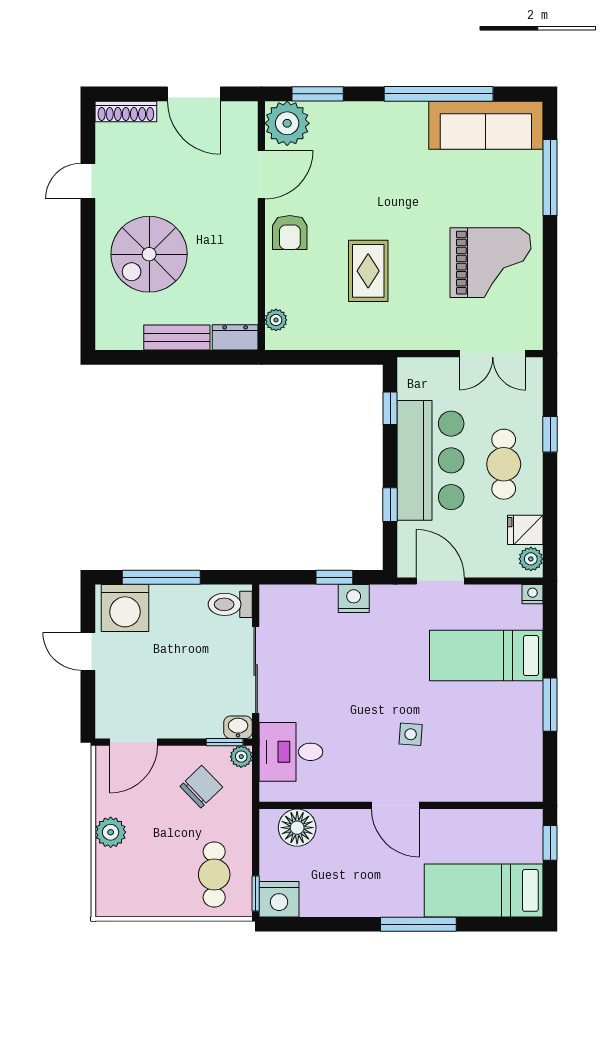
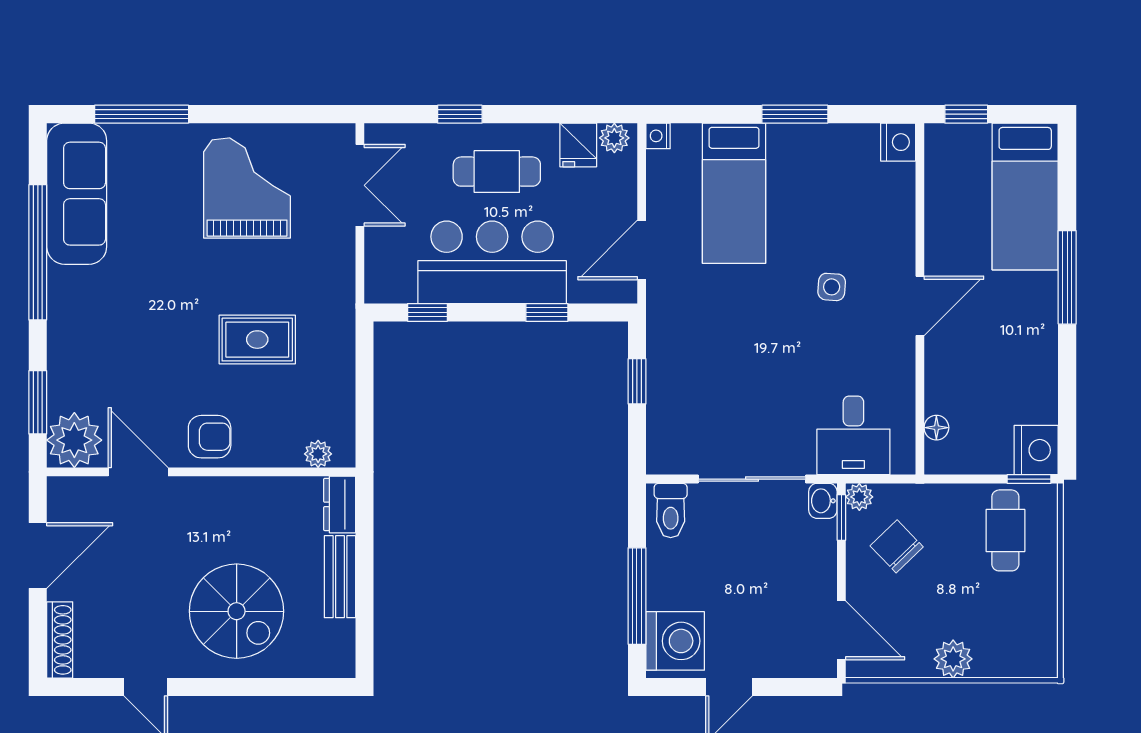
nightstand: (354, 599) -> (898, 142), moved, turned 180
floor lamp: (297, 828) -> (936, 428), width x0.53, depth x0.53
cafe table: (214, 874) -> (1005, 530), turned 90

